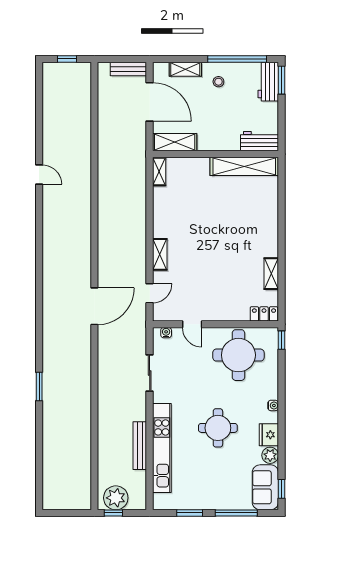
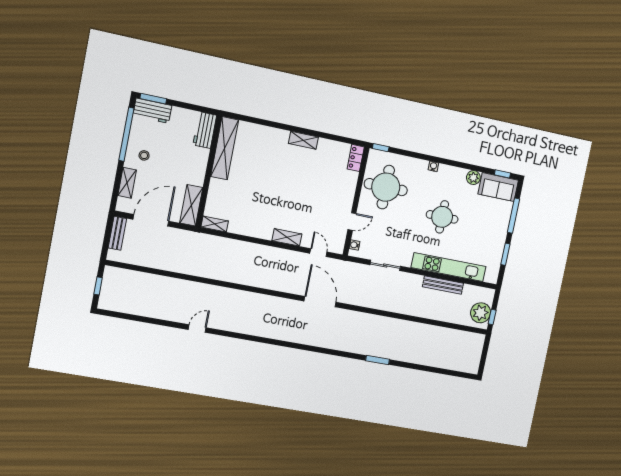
shelving: (271, 274) -> (303, 140), moved
fridge: (269, 435) -> (457, 175), removed

